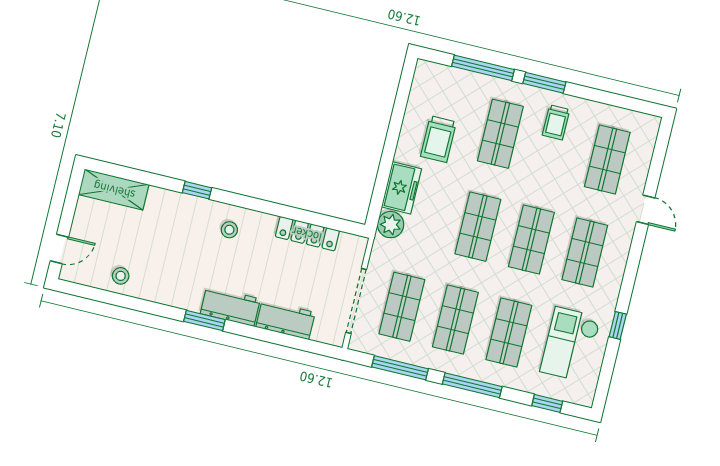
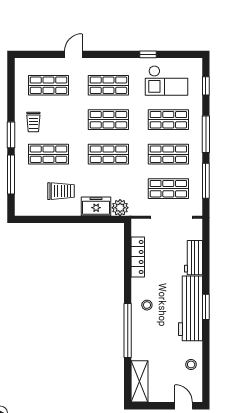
trolley: (556, 122) -> (33, 122), turned 90
window: (197, 190) -> (128, 331), width x3.17
workbench: (230, 306) -> (190, 308), width x1.88, depth x1.32

